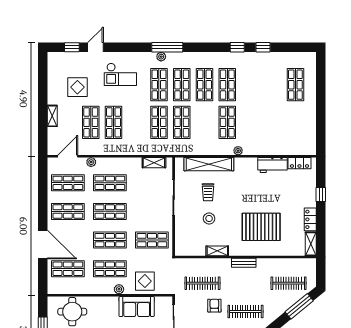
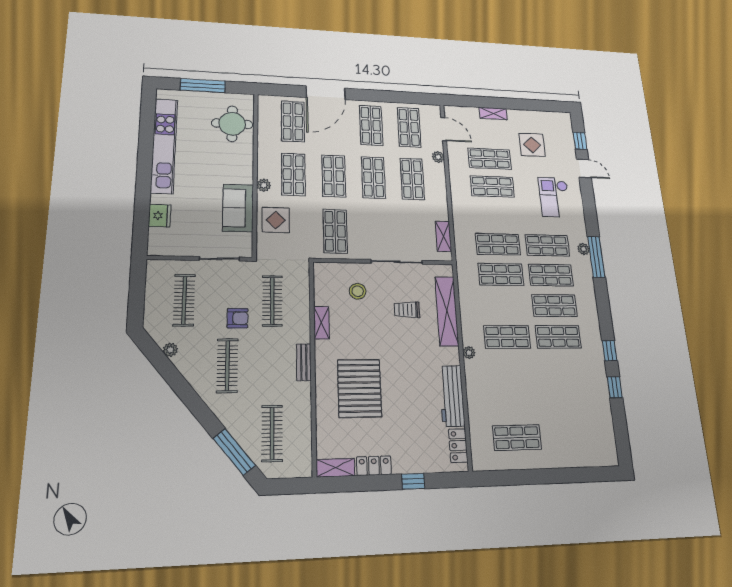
shop shelf: (295, 85) -> (517, 438), moved
workbench: (273, 165) -> (452, 396), width x1.37
stool: (209, 218) -> (358, 291), moved

